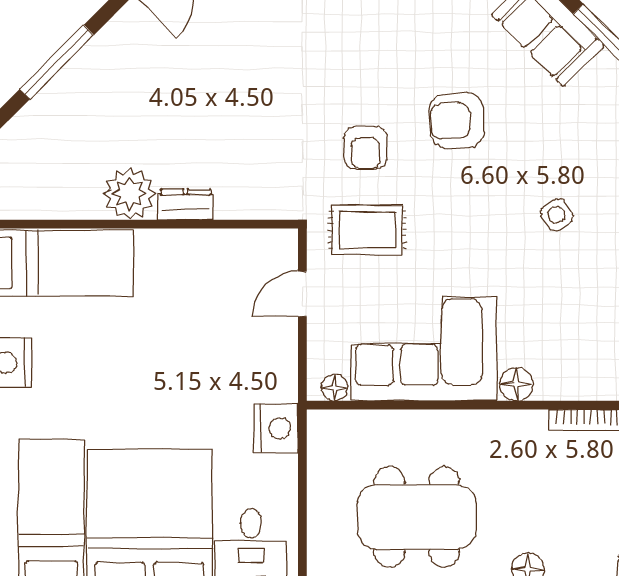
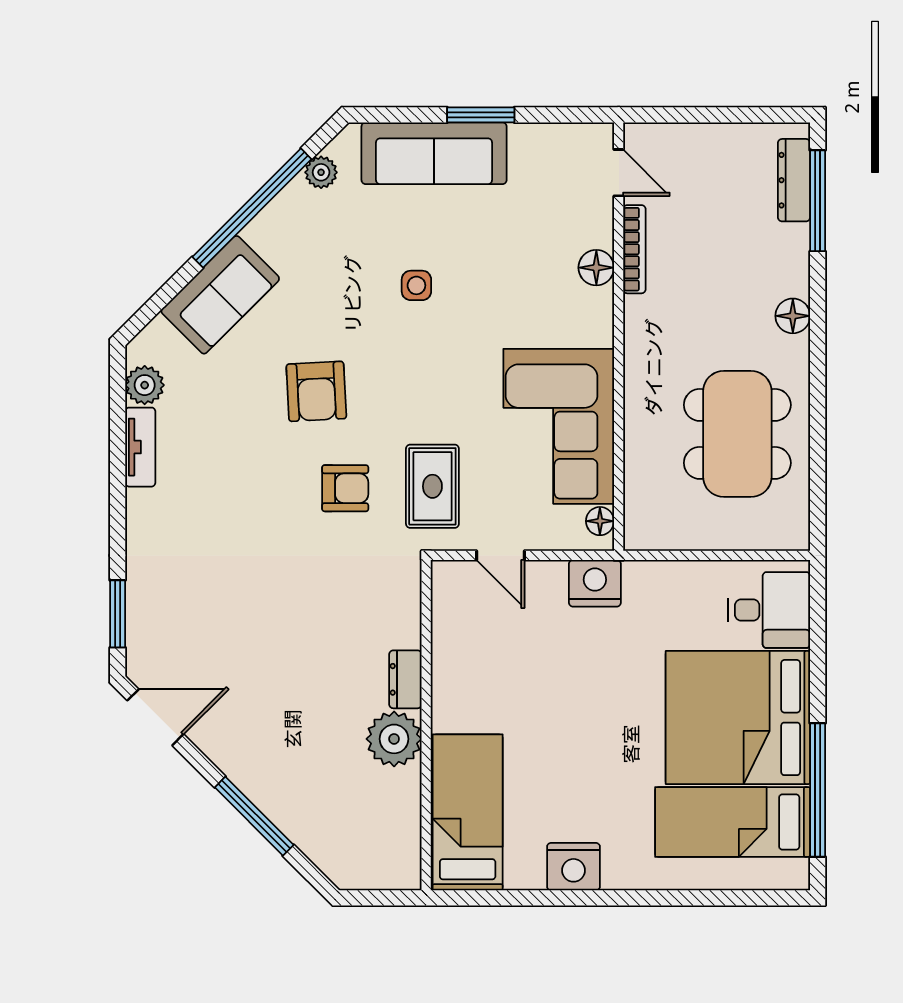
side table: (557, 215) -> (416, 285), turned 34
floor lamp: (516, 384) -> (596, 268), moved
nightstand: (276, 428) -> (595, 583), moved

